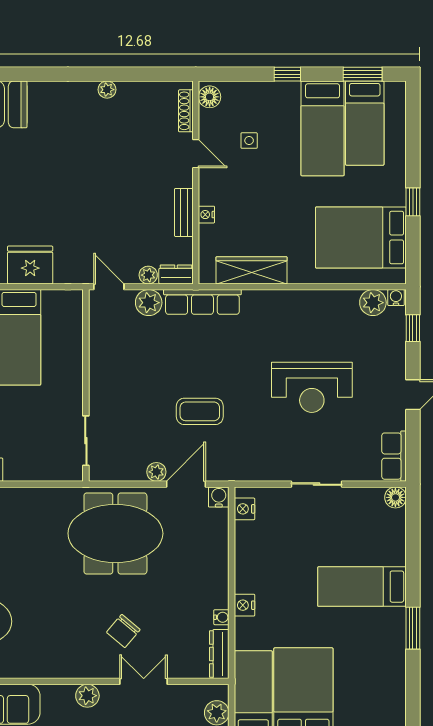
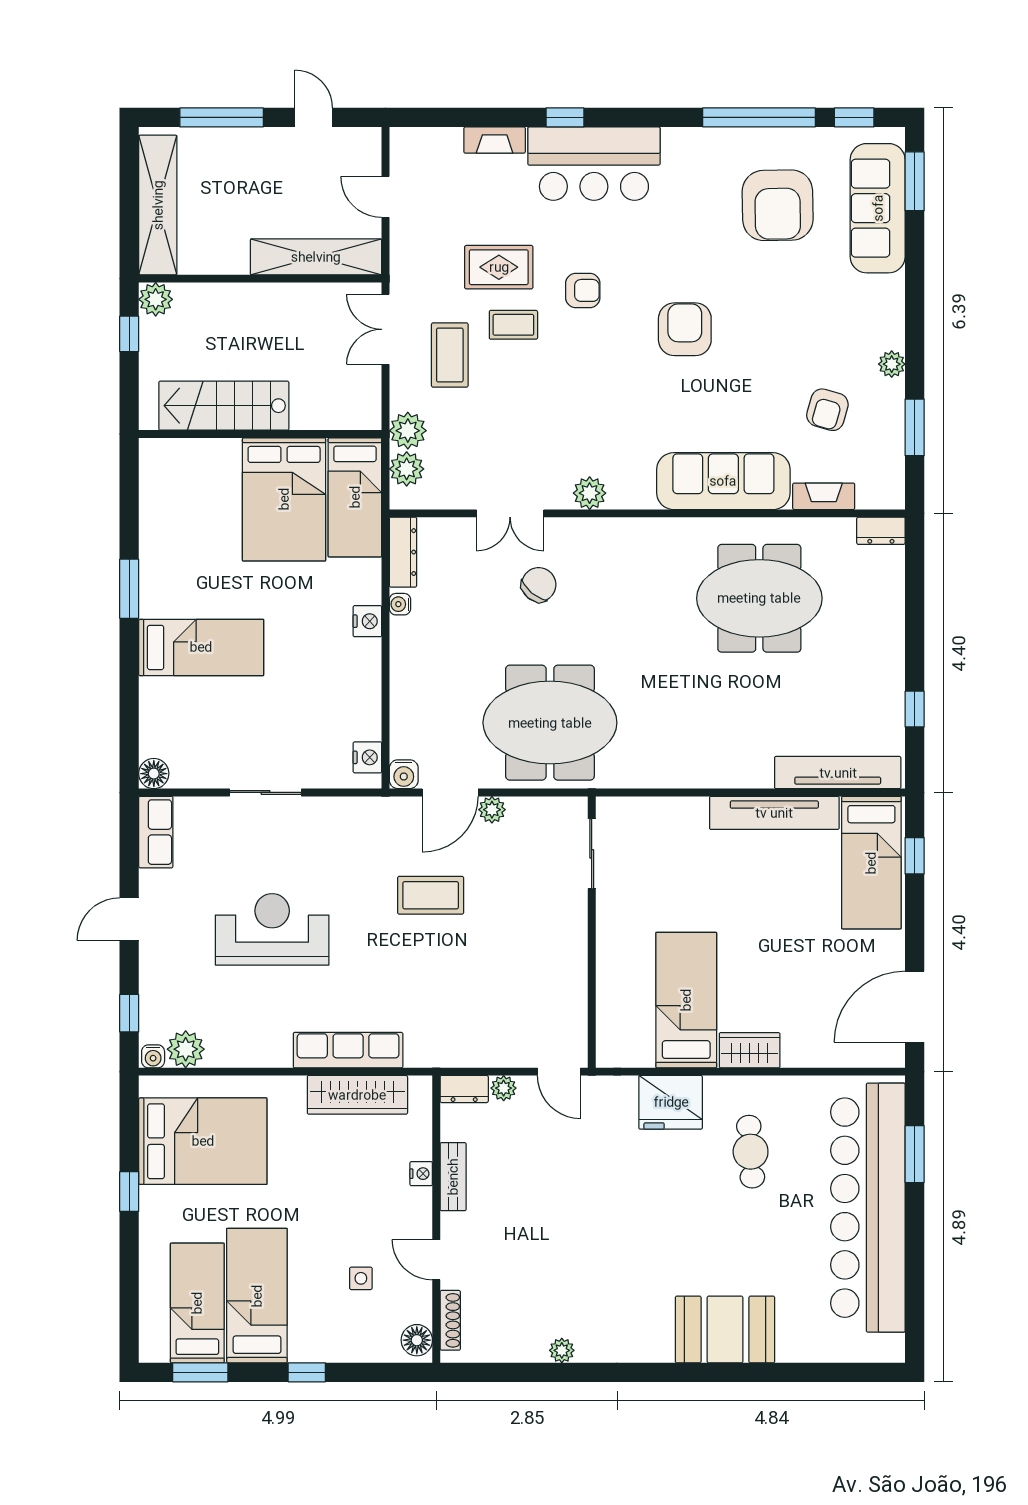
row of seats: (202, 302) -> (348, 1050), moved
plant: (149, 303) -> (503, 1049), removed

